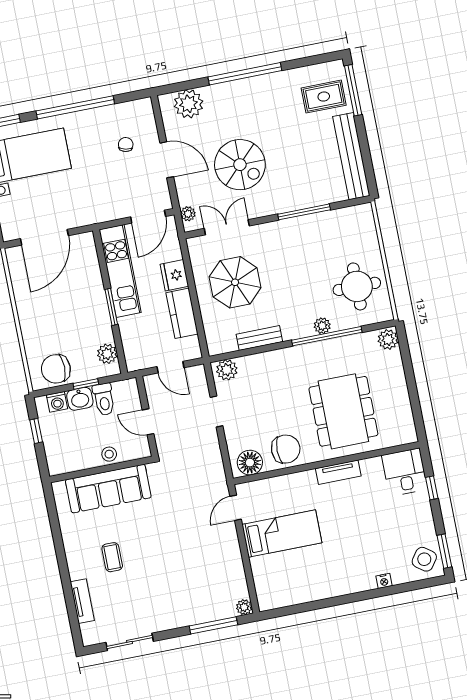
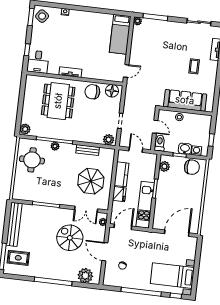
toilet: (104, 399) -> (160, 143), moved
bed: (282, 534) -> (120, 34), moved, turned -90

